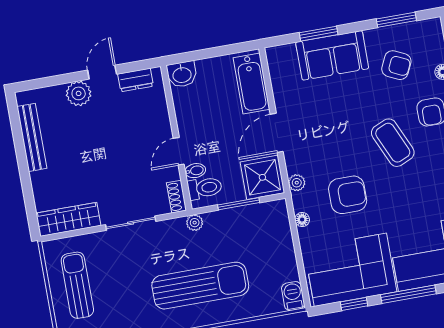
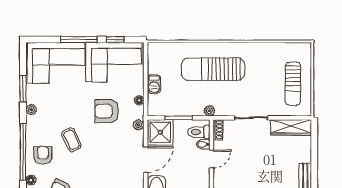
coffee table: (393, 143) -> (71, 140), width x0.73, depth x0.77
barbecue: (293, 296) -> (154, 84), moved

